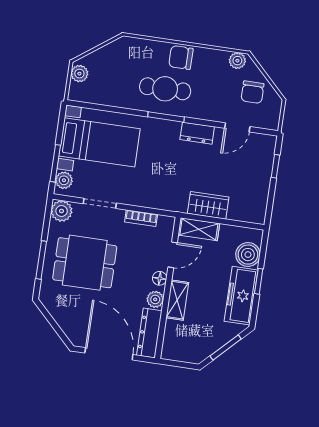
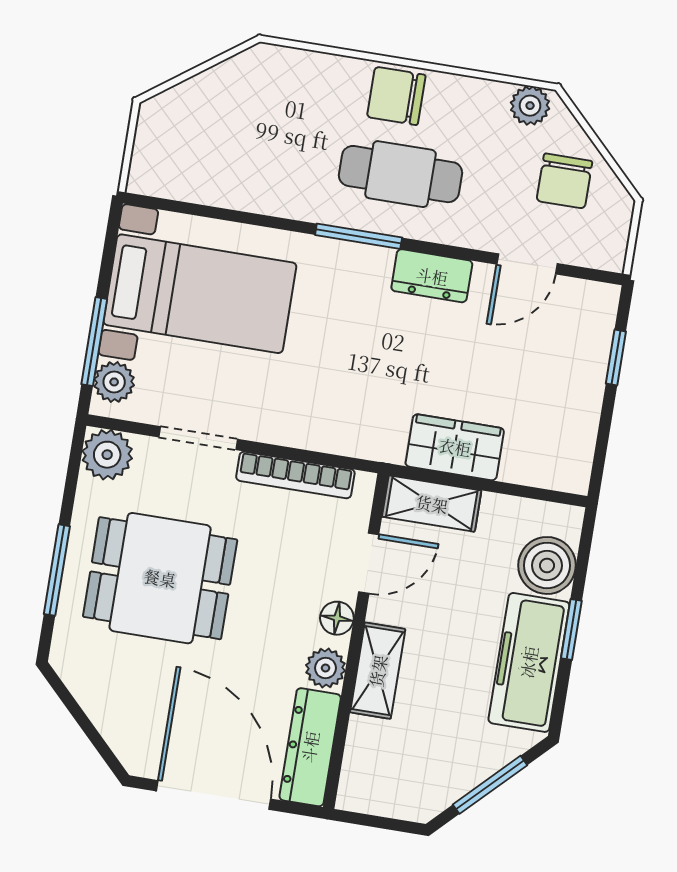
plant: (79, 74) -> (155, 130), removed
cafe table: (165, 89) -> (400, 174), moved
bookcase: (141, 218) -> (295, 475), width x1.56

